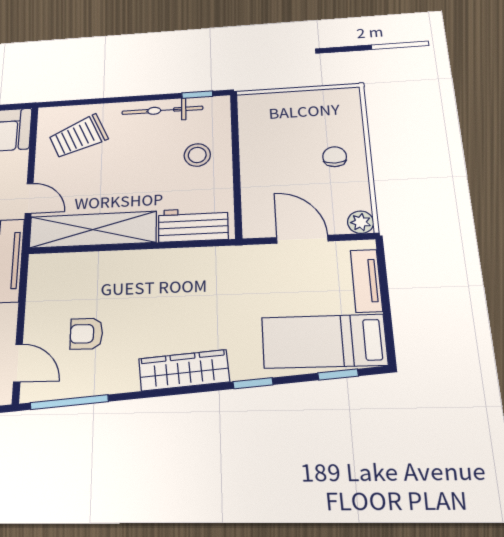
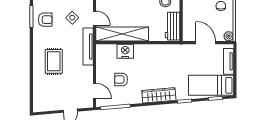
workbench: (193, 225) -> (173, 26), moved, turned -90
nightstand: (99, 267) -> (125, 51), added

